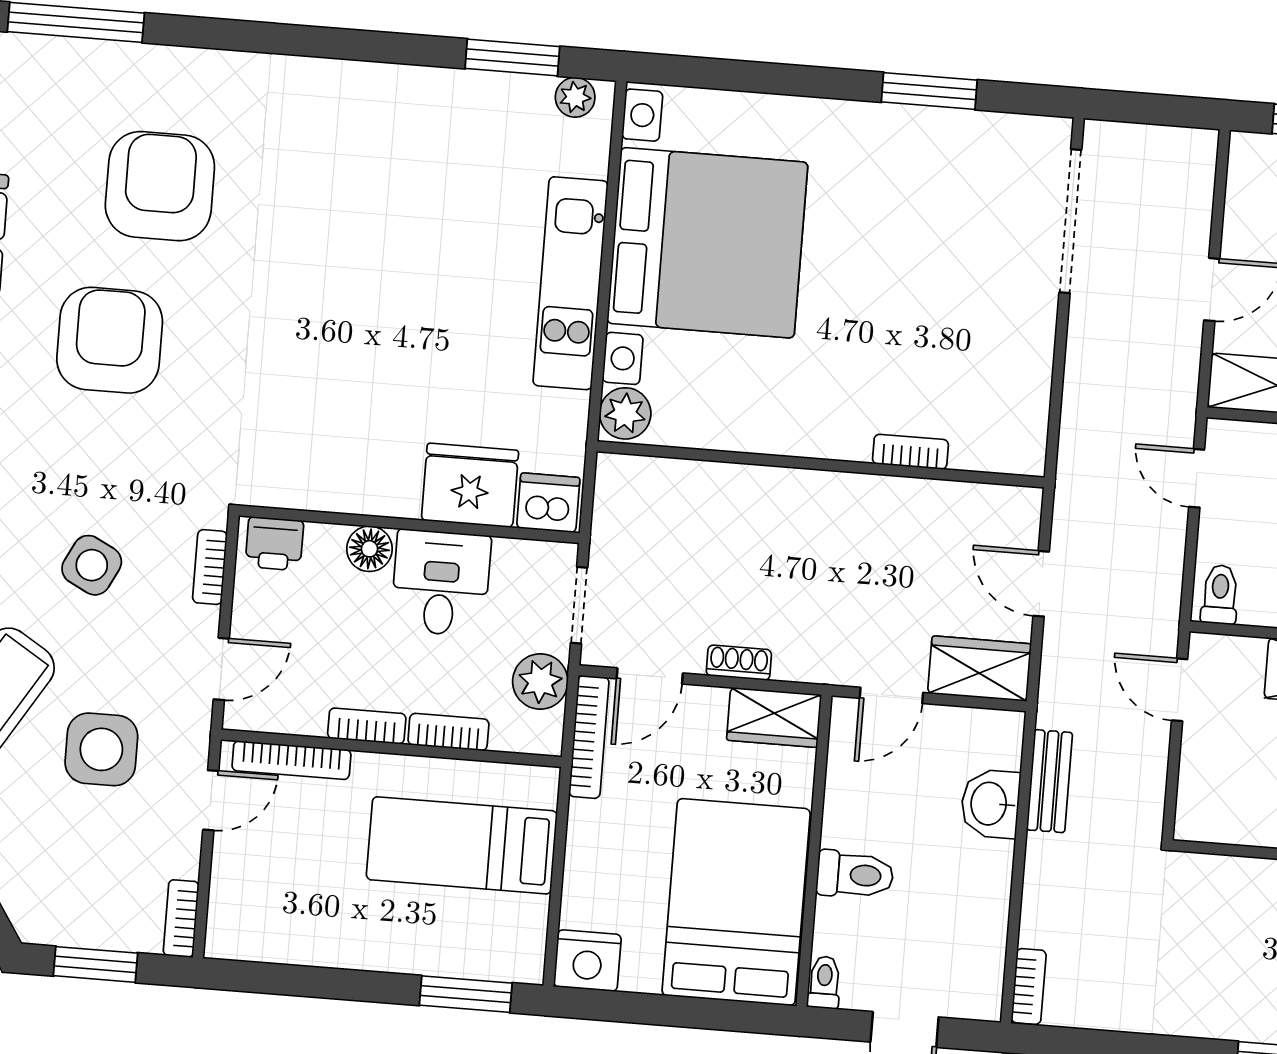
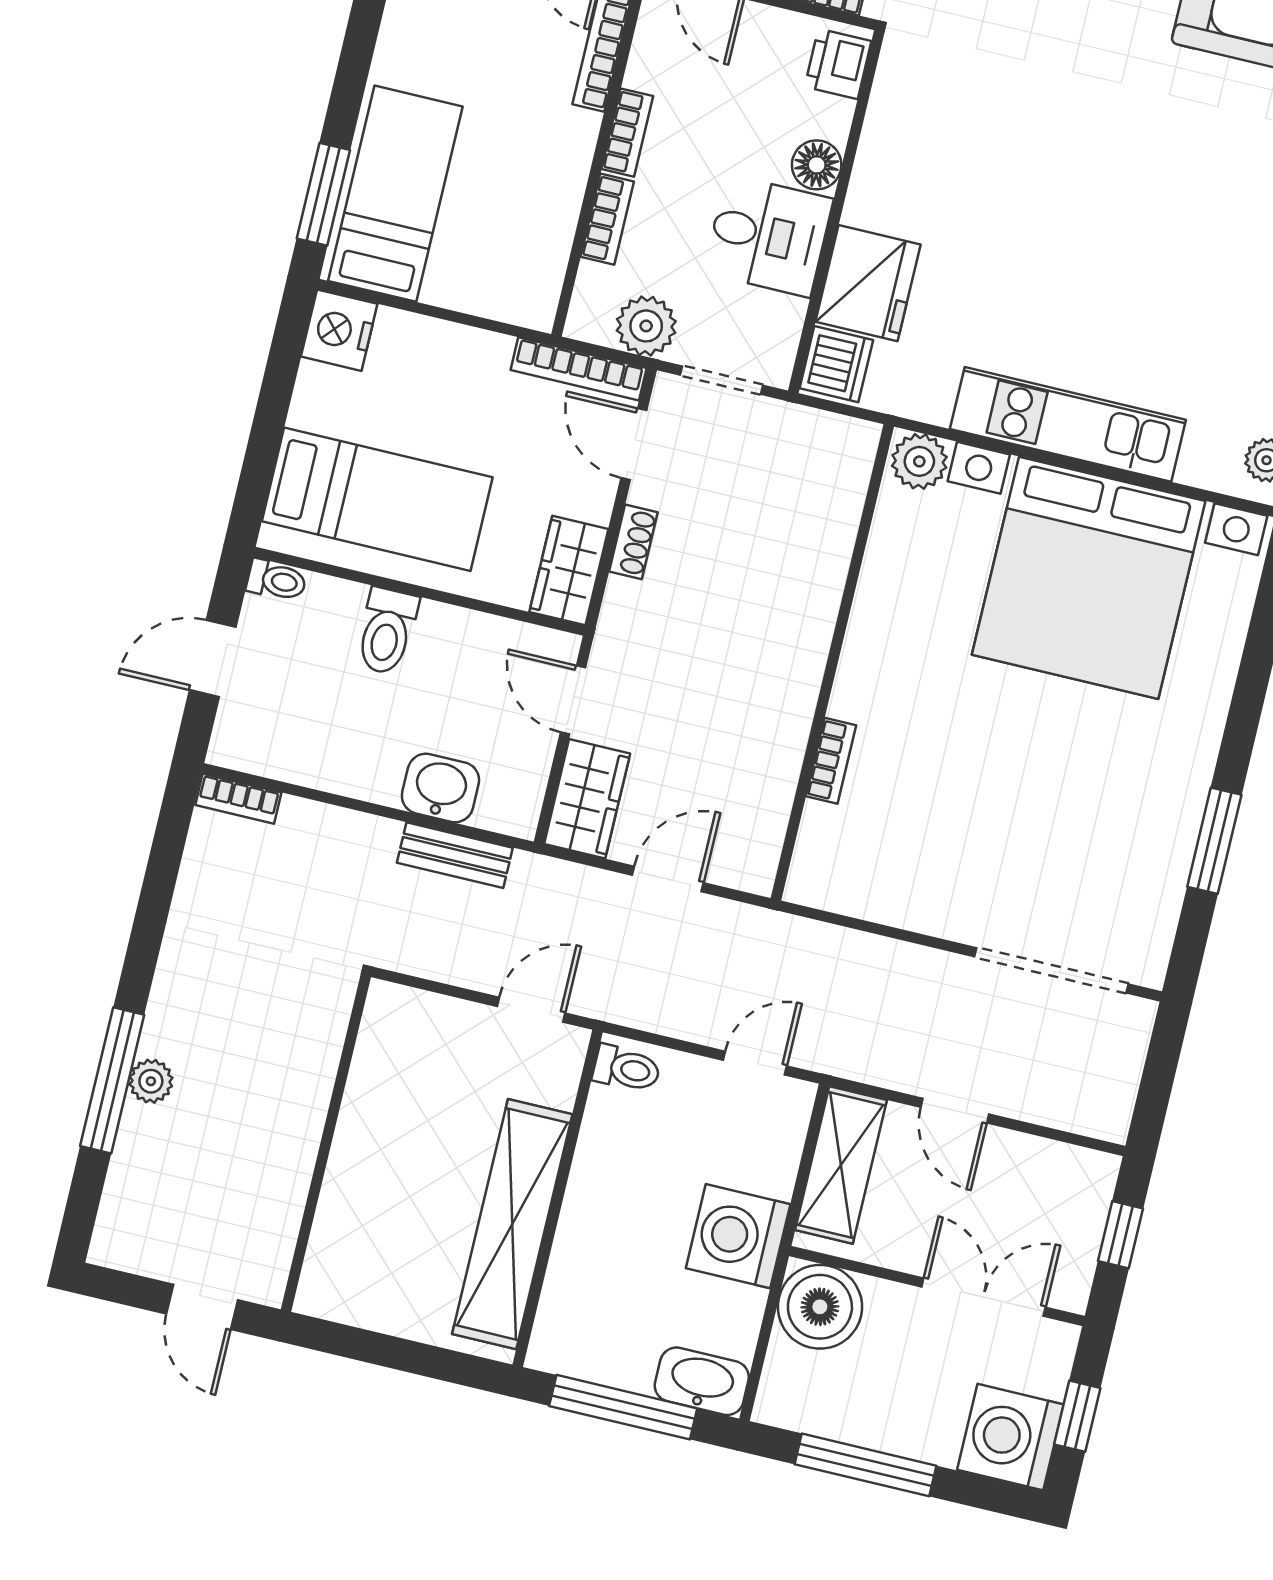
bed: (462, 845) -> (395, 194), moved
bed: (736, 902) -> (377, 499), width x0.67

